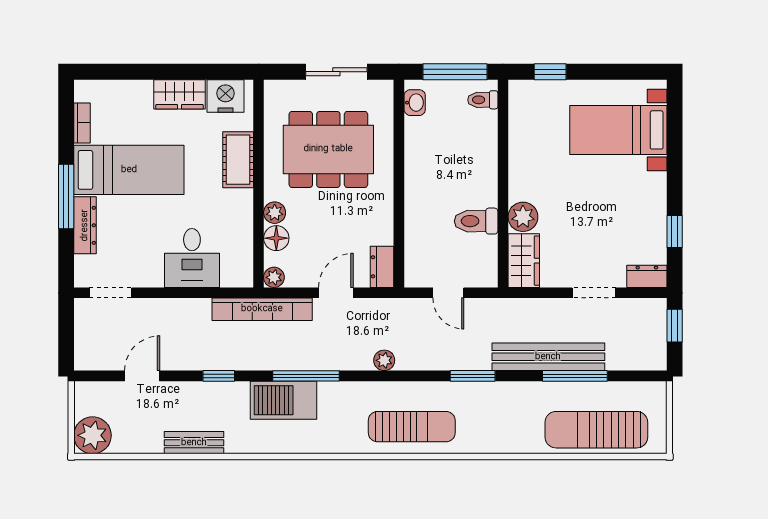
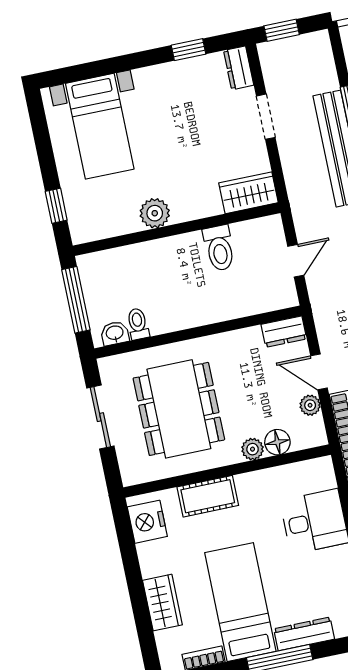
wardrobe: (179, 94) -> (162, 603), moved
toilet: (483, 100) -> (138, 324), moved, turned 180
plant: (523, 217) -> (155, 213), moved
plant: (274, 277) -> (310, 405), moved

